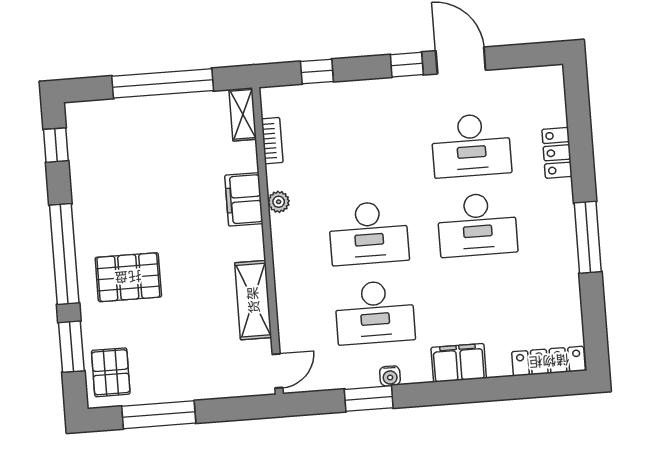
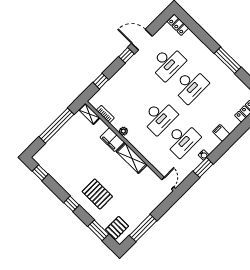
locker: (557, 153) -> (178, 25), moved
window: (64, 254) -> (72, 204), width x0.32
pallet: (128, 277) -> (97, 194), turned 90
shelving: (253, 300) -> (132, 158), moved
filing cabinet: (459, 363) -> (221, 133), width x0.50
pallet: (111, 372) -> (117, 228), turned 90

